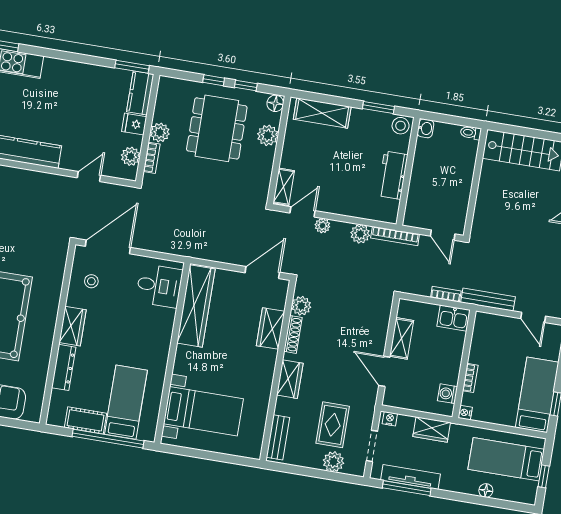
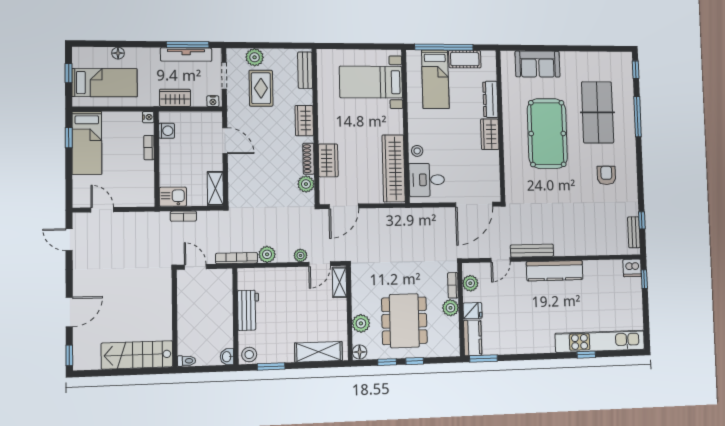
stool: (91, 281) -> (417, 151), moved
bench: (488, 300) -> (532, 251), moved
shelving: (402, 338) -> (215, 189), moved

